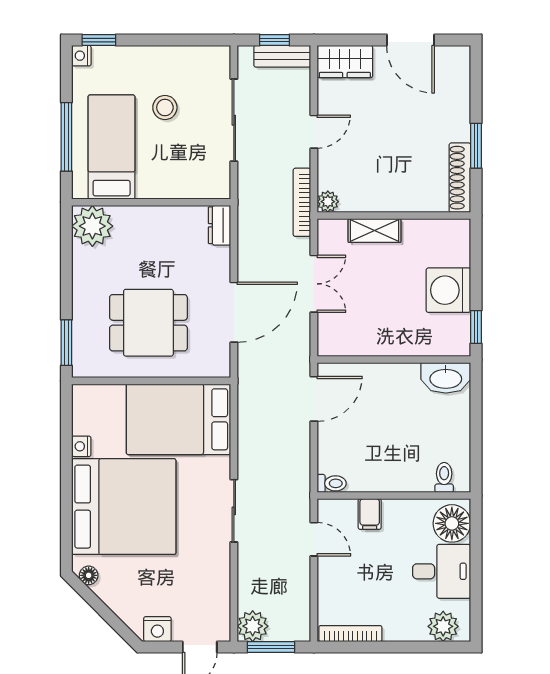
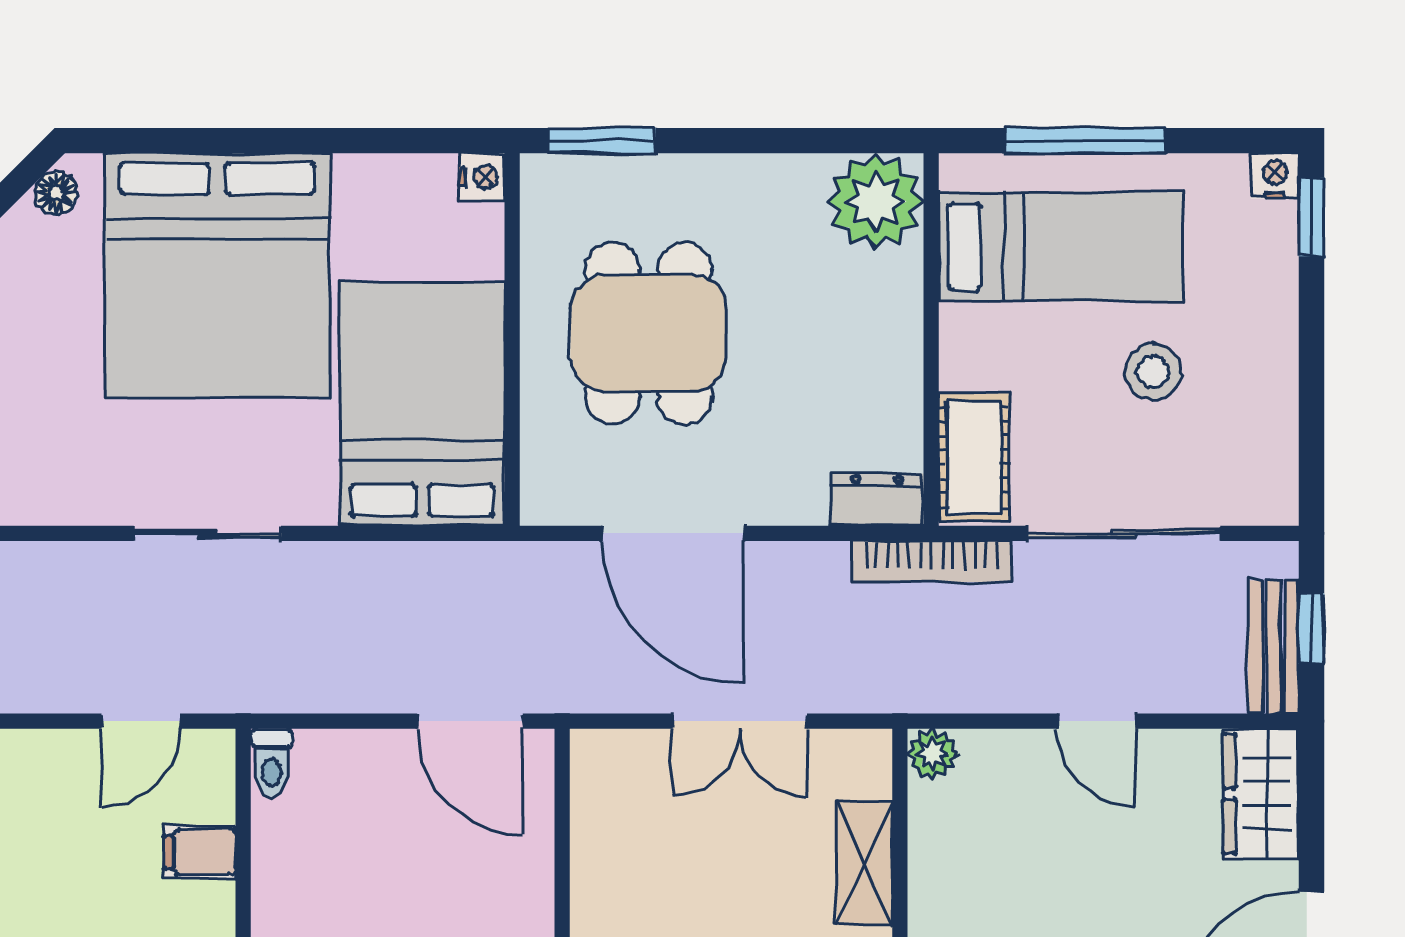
cot: (201, 184) -> (974, 457), added
bookcase: (302, 202) -> (931, 561), moved, turned 180
nightstand: (81, 446) -> (482, 177), moved, turned 90

